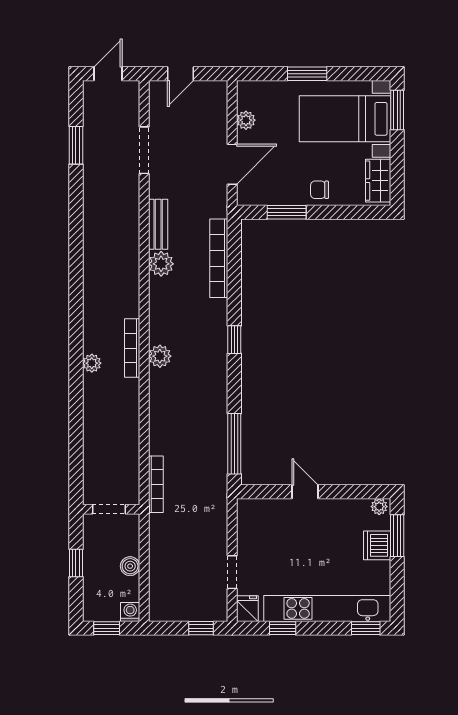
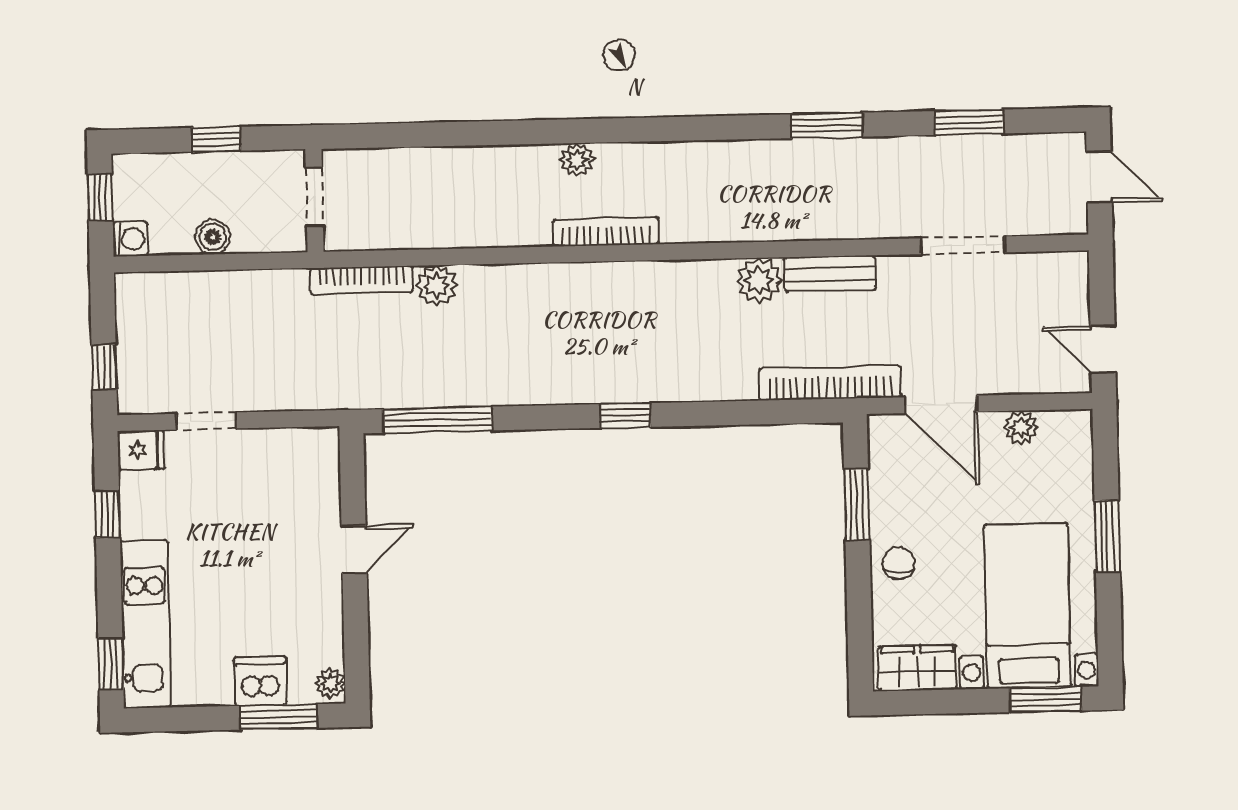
door: (181, 74) -> (1103, 350), moved
window: (76, 224) -> (827, 125), added
bookcase: (219, 258) -> (830, 383), moved
plant: (160, 356) -> (436, 286), moved
kitchen unit: (327, 608) -> (145, 624), width x0.73

